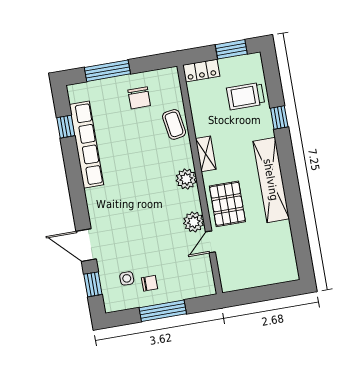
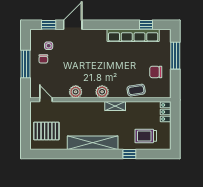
window: (231, 49) -> (175, 132), removed
trolley: (246, 96) -> (146, 136), turned -90
pallet: (227, 204) -> (46, 131), moved
door: (210, 242) -> (46, 100), moved

